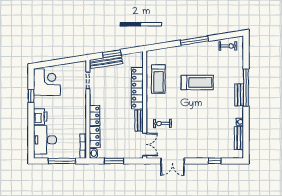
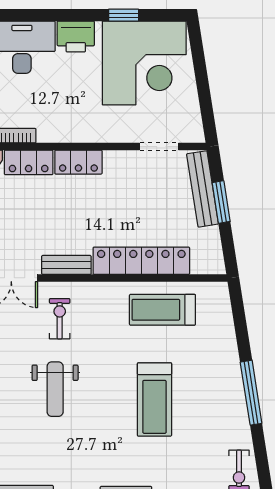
corner desk: (47, 82) -> (144, 63), width x1.36, depth x1.36
weight bench: (193, 125) -> (55, 389), added

